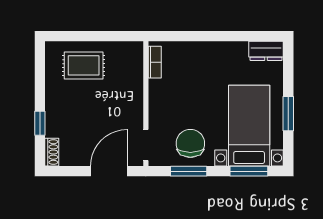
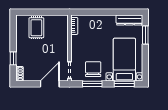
dresser: (266, 51) -> (129, 20), width x1.44
rug: (84, 65) -> (36, 28), turned 90
window: (288, 114) -> (145, 35), moved

